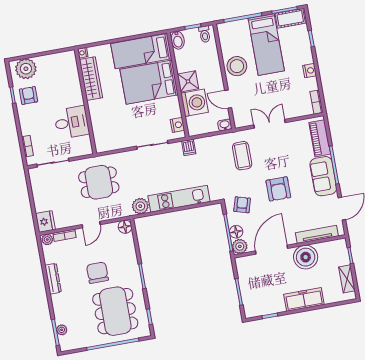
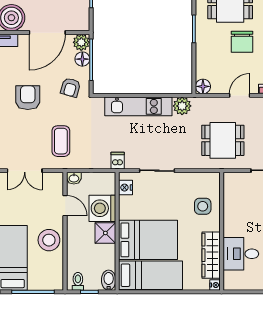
side table: (106, 121) -> (203, 206), added
desk: (72, 122) -> (241, 254), moved

